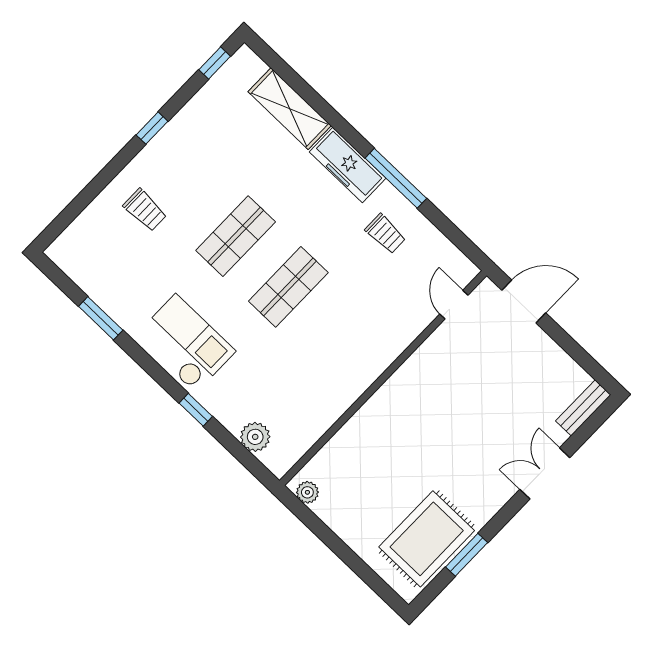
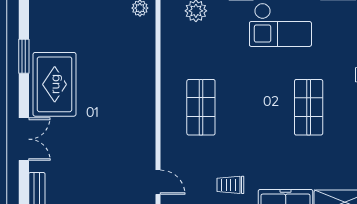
shop shelf: (288, 287) -> (201, 107), moved
rug: (427, 539) -> (55, 84), moved

